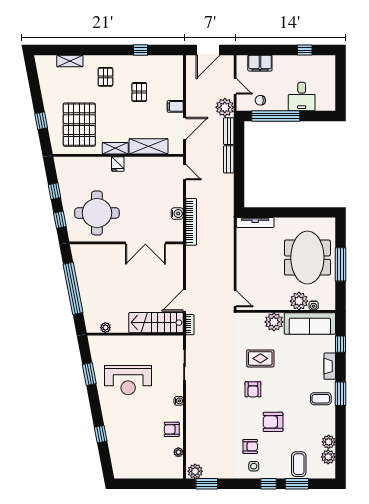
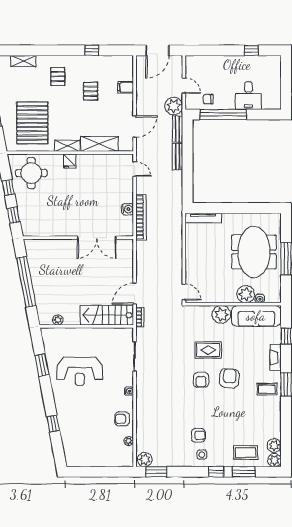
filing cabinet: (260, 63) -> (208, 63), removed
filing cabinet: (175, 106) -> (126, 87), moved
round table: (97, 213) -> (31, 173), moved, width x0.73, depth x0.73
armchair: (273, 422) -> (229, 378), moved, turned 95
plant: (329, 442) -> (274, 460), moved
coffee table: (299, 464) -> (246, 453), turned 90

